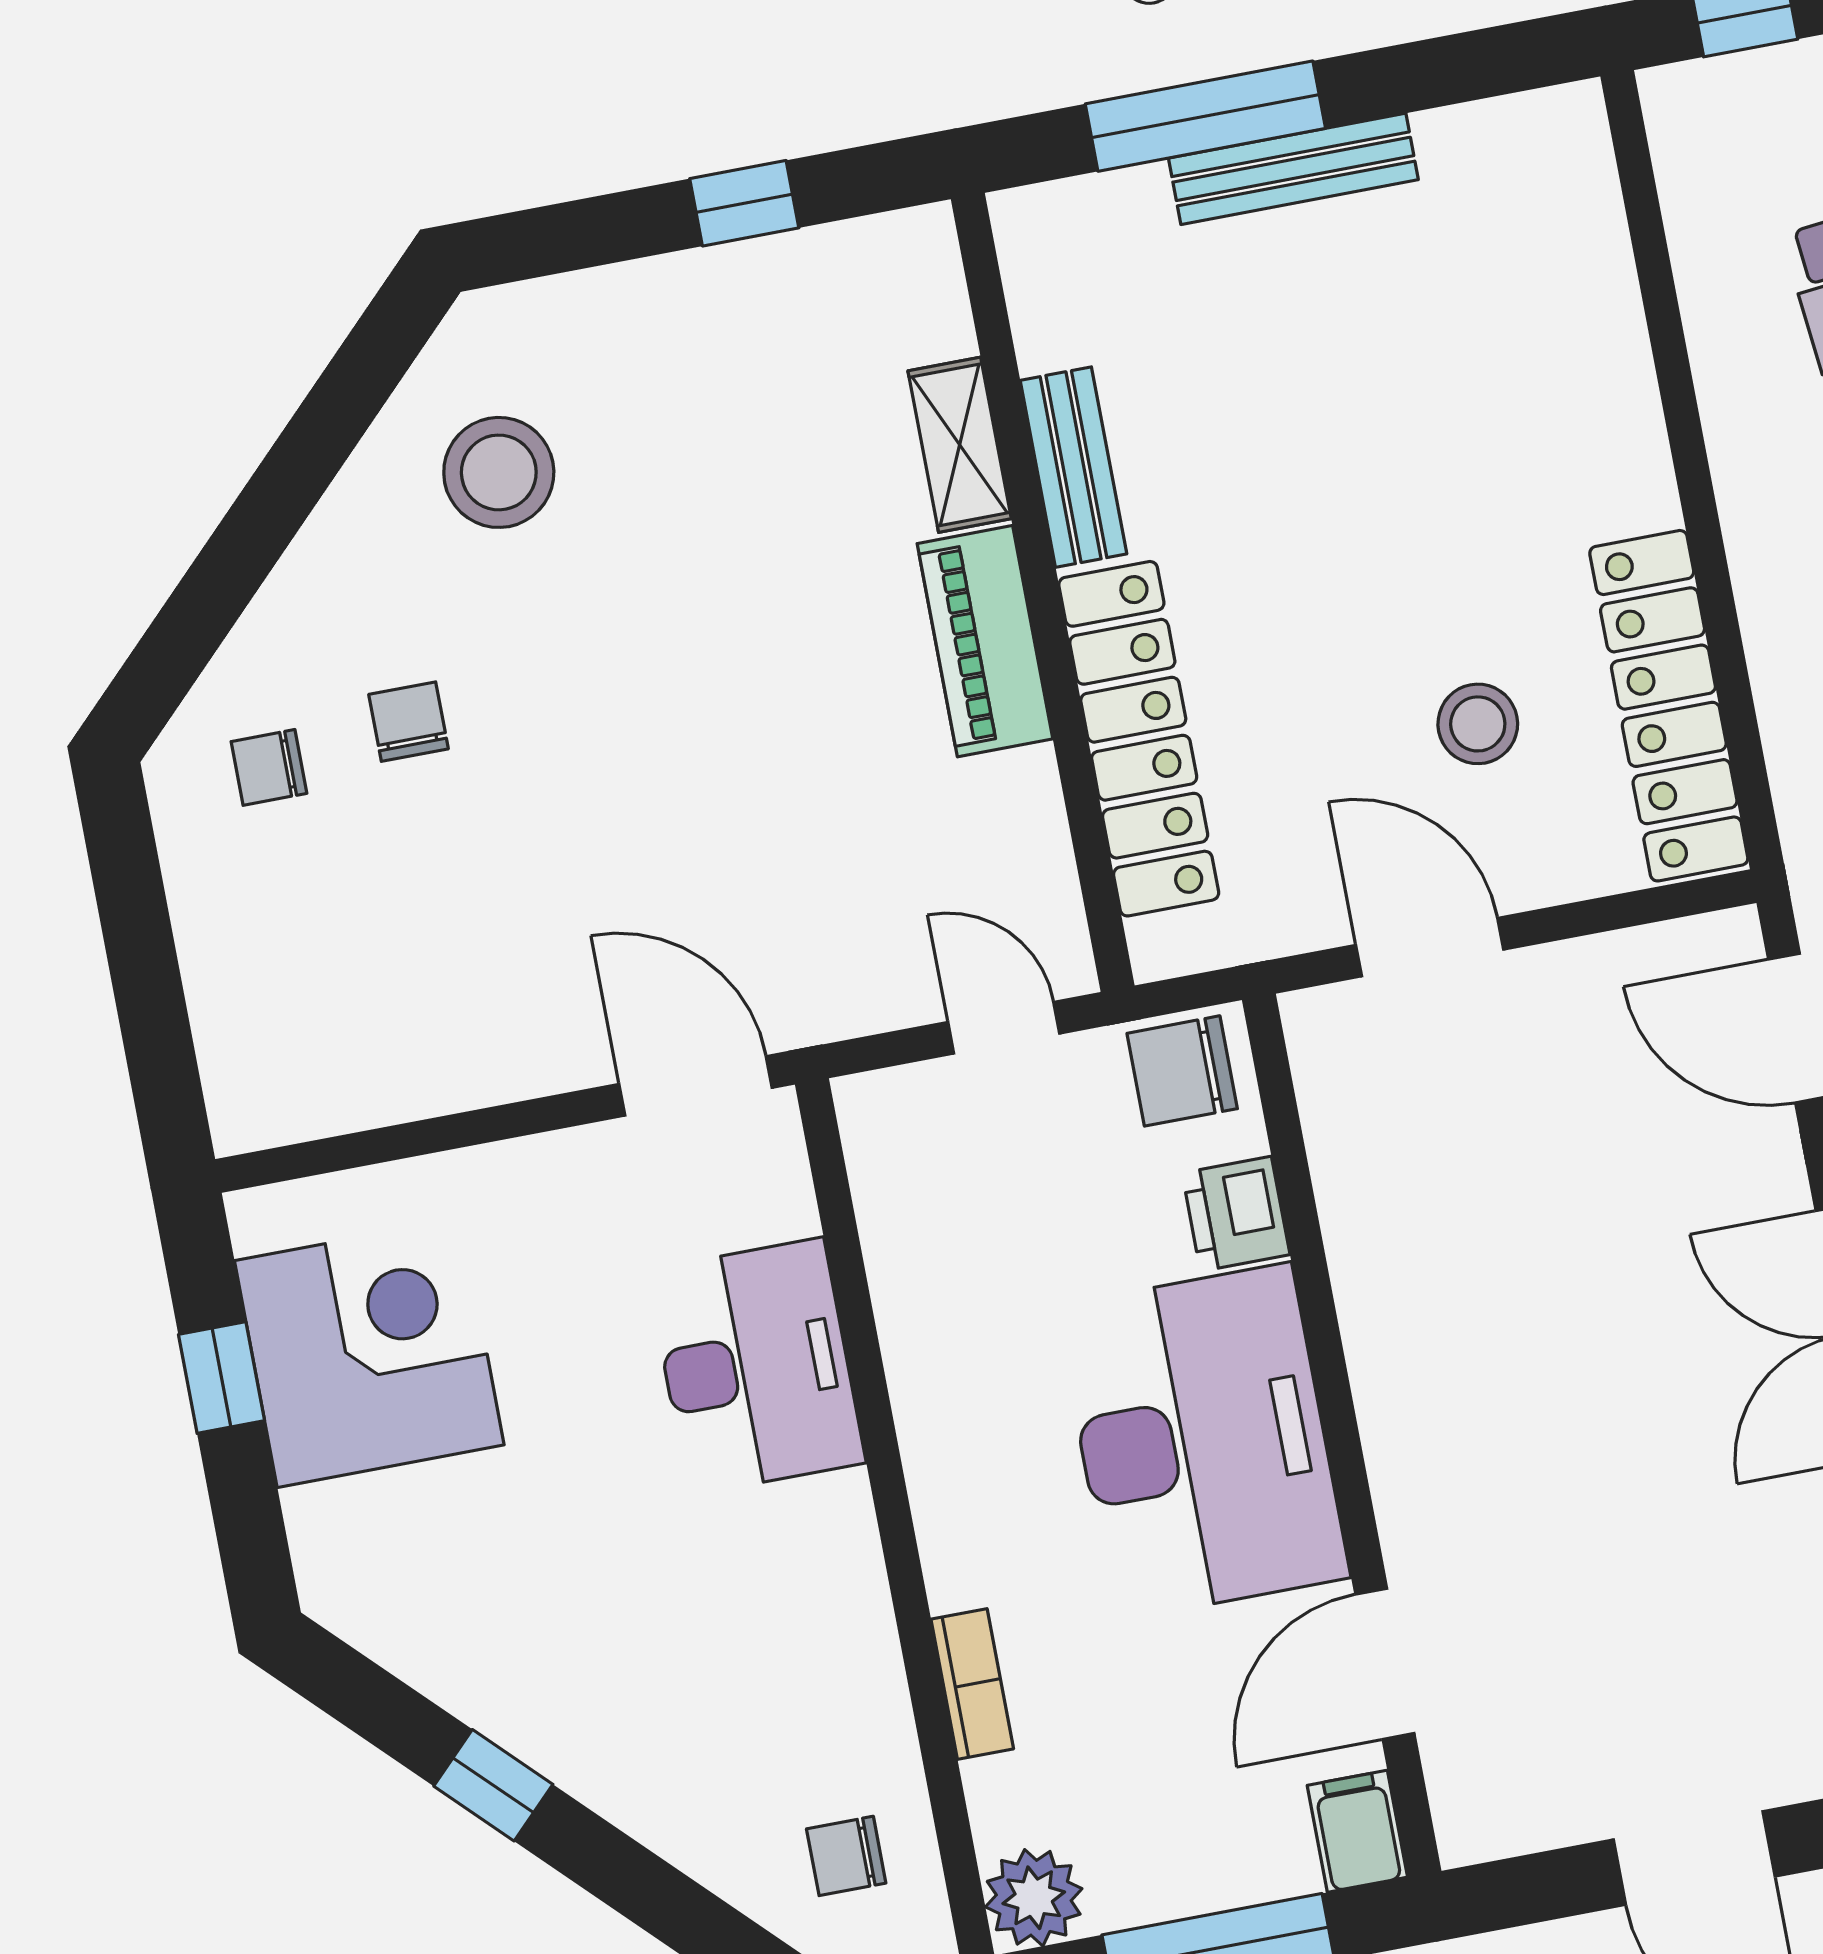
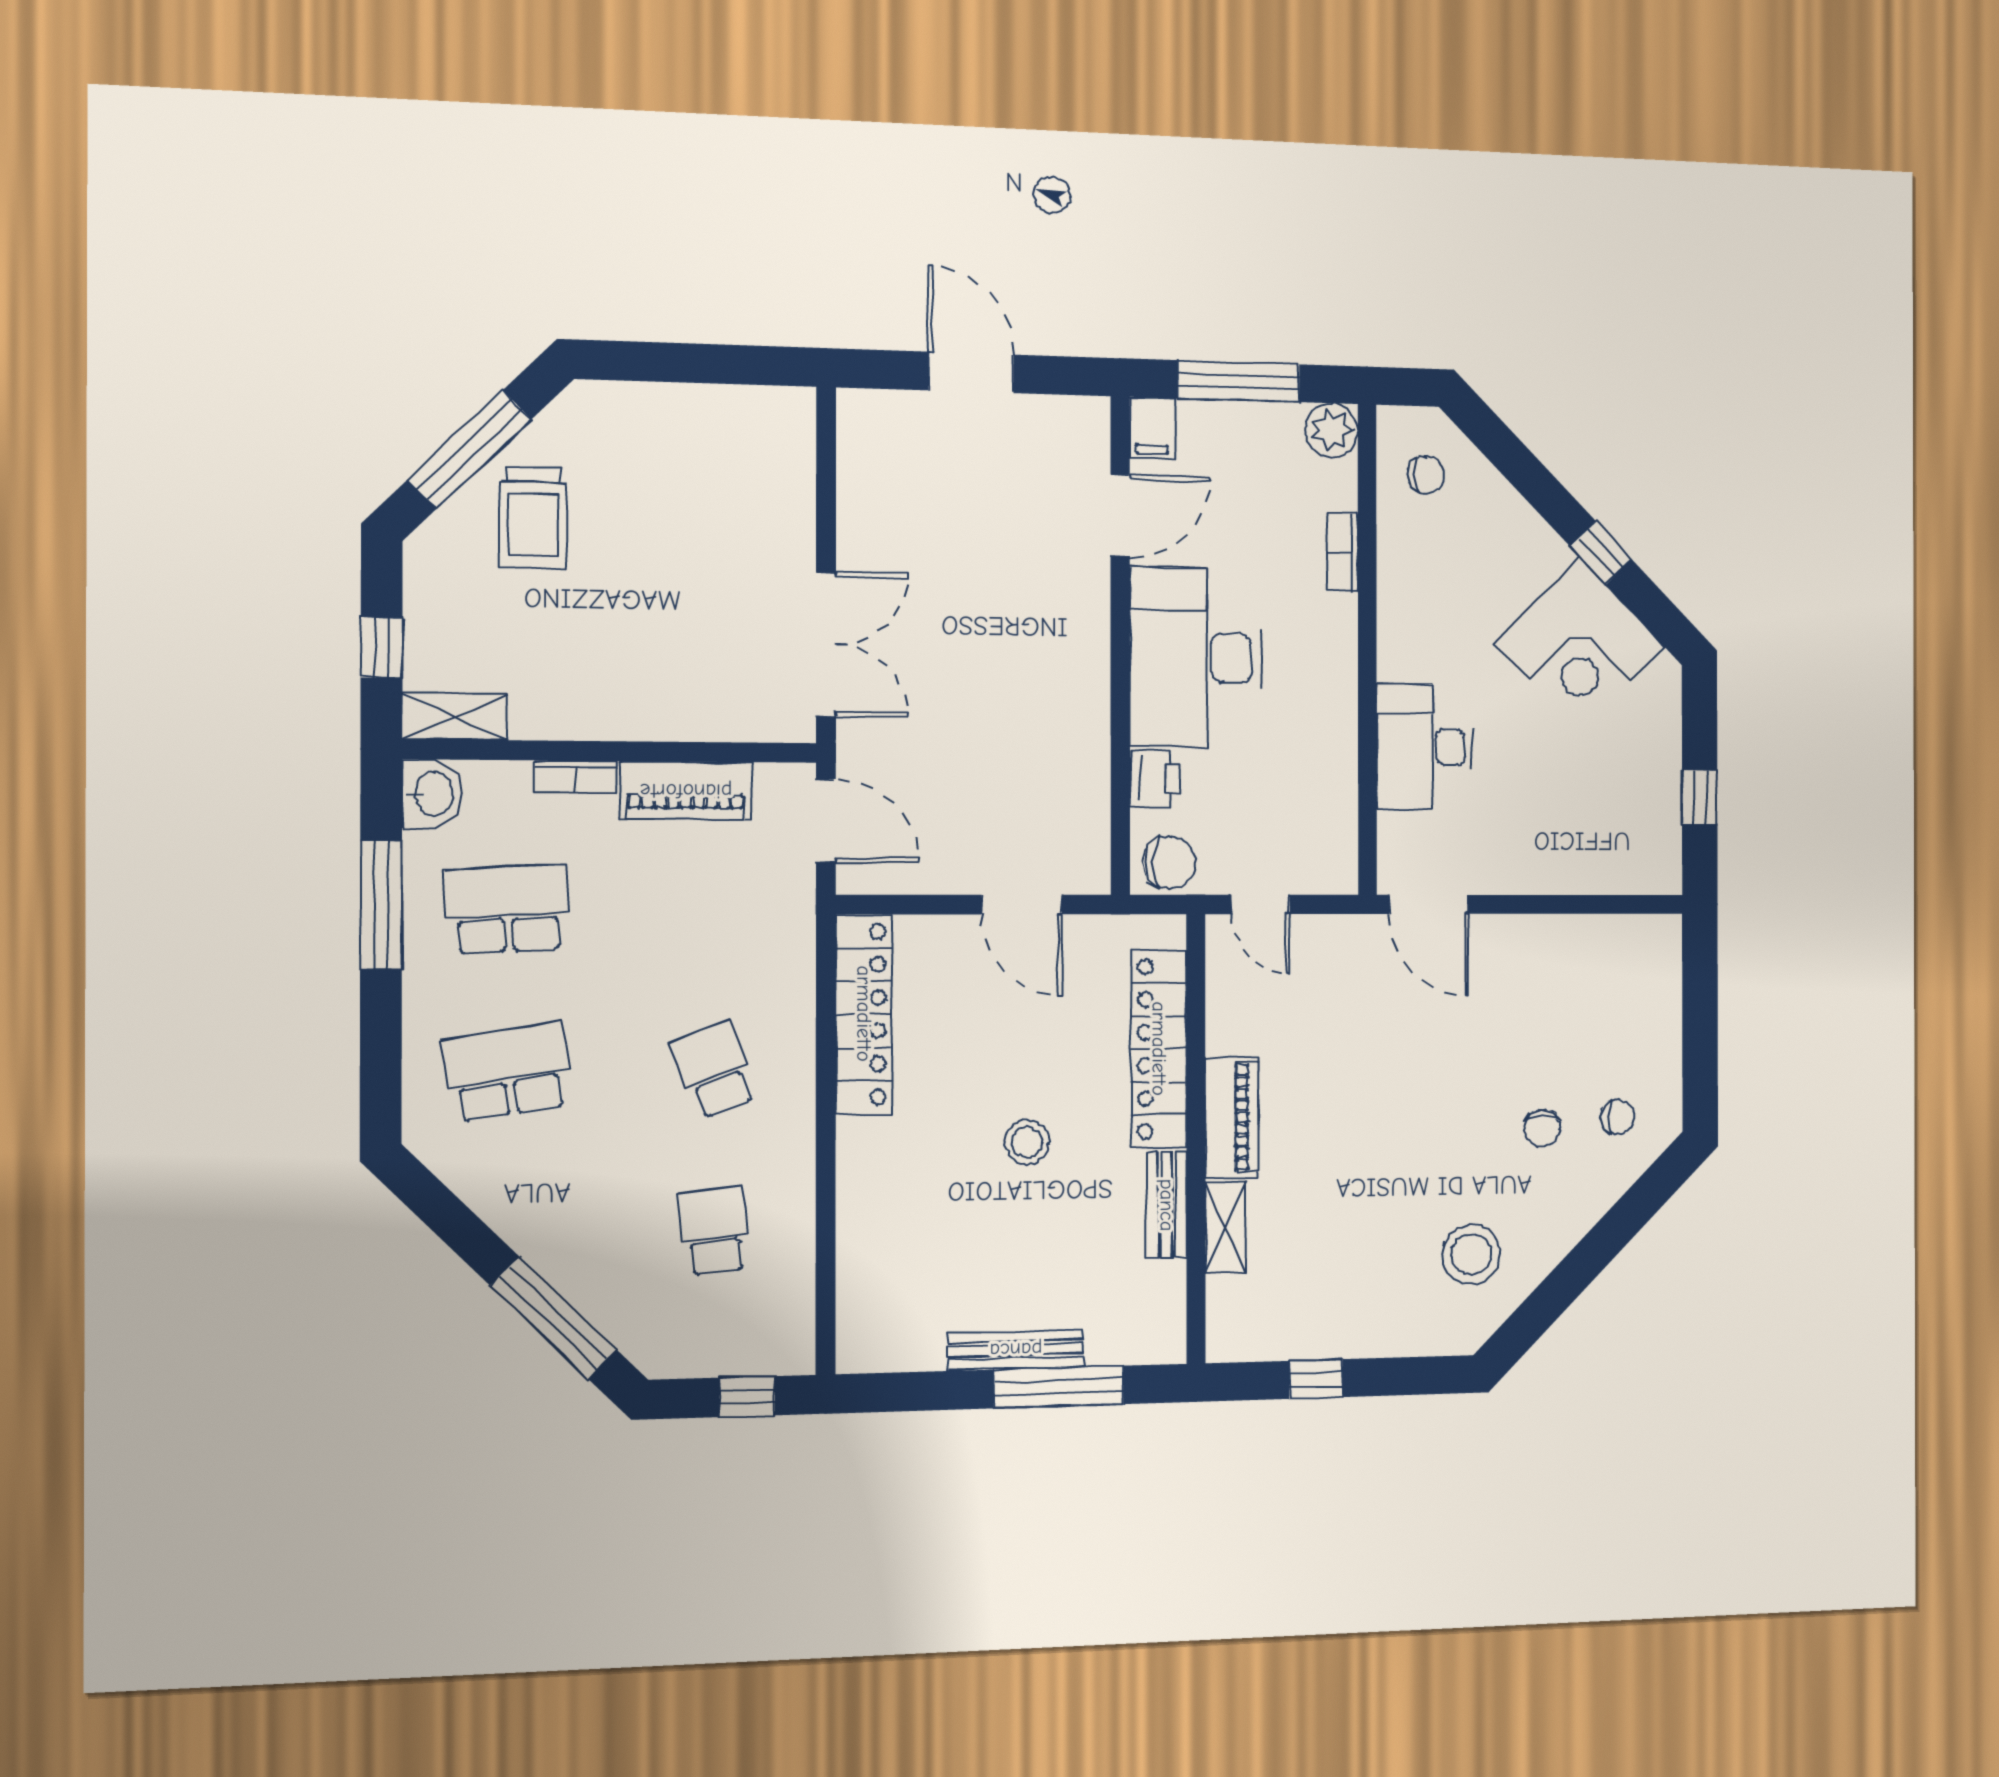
stool: (1478, 724) -> (1027, 1142), moved
corner desk: (369, 1353) -> (1580, 645), moved, turned -45

